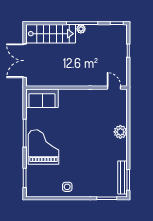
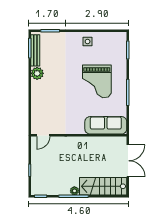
door: (114, 88) -> (43, 135), hinge flipped
sofa: (42, 98) -> (106, 125), width x1.36
plant: (120, 132) -> (37, 73), moved
grand piano: (44, 147) -> (97, 81), moved

